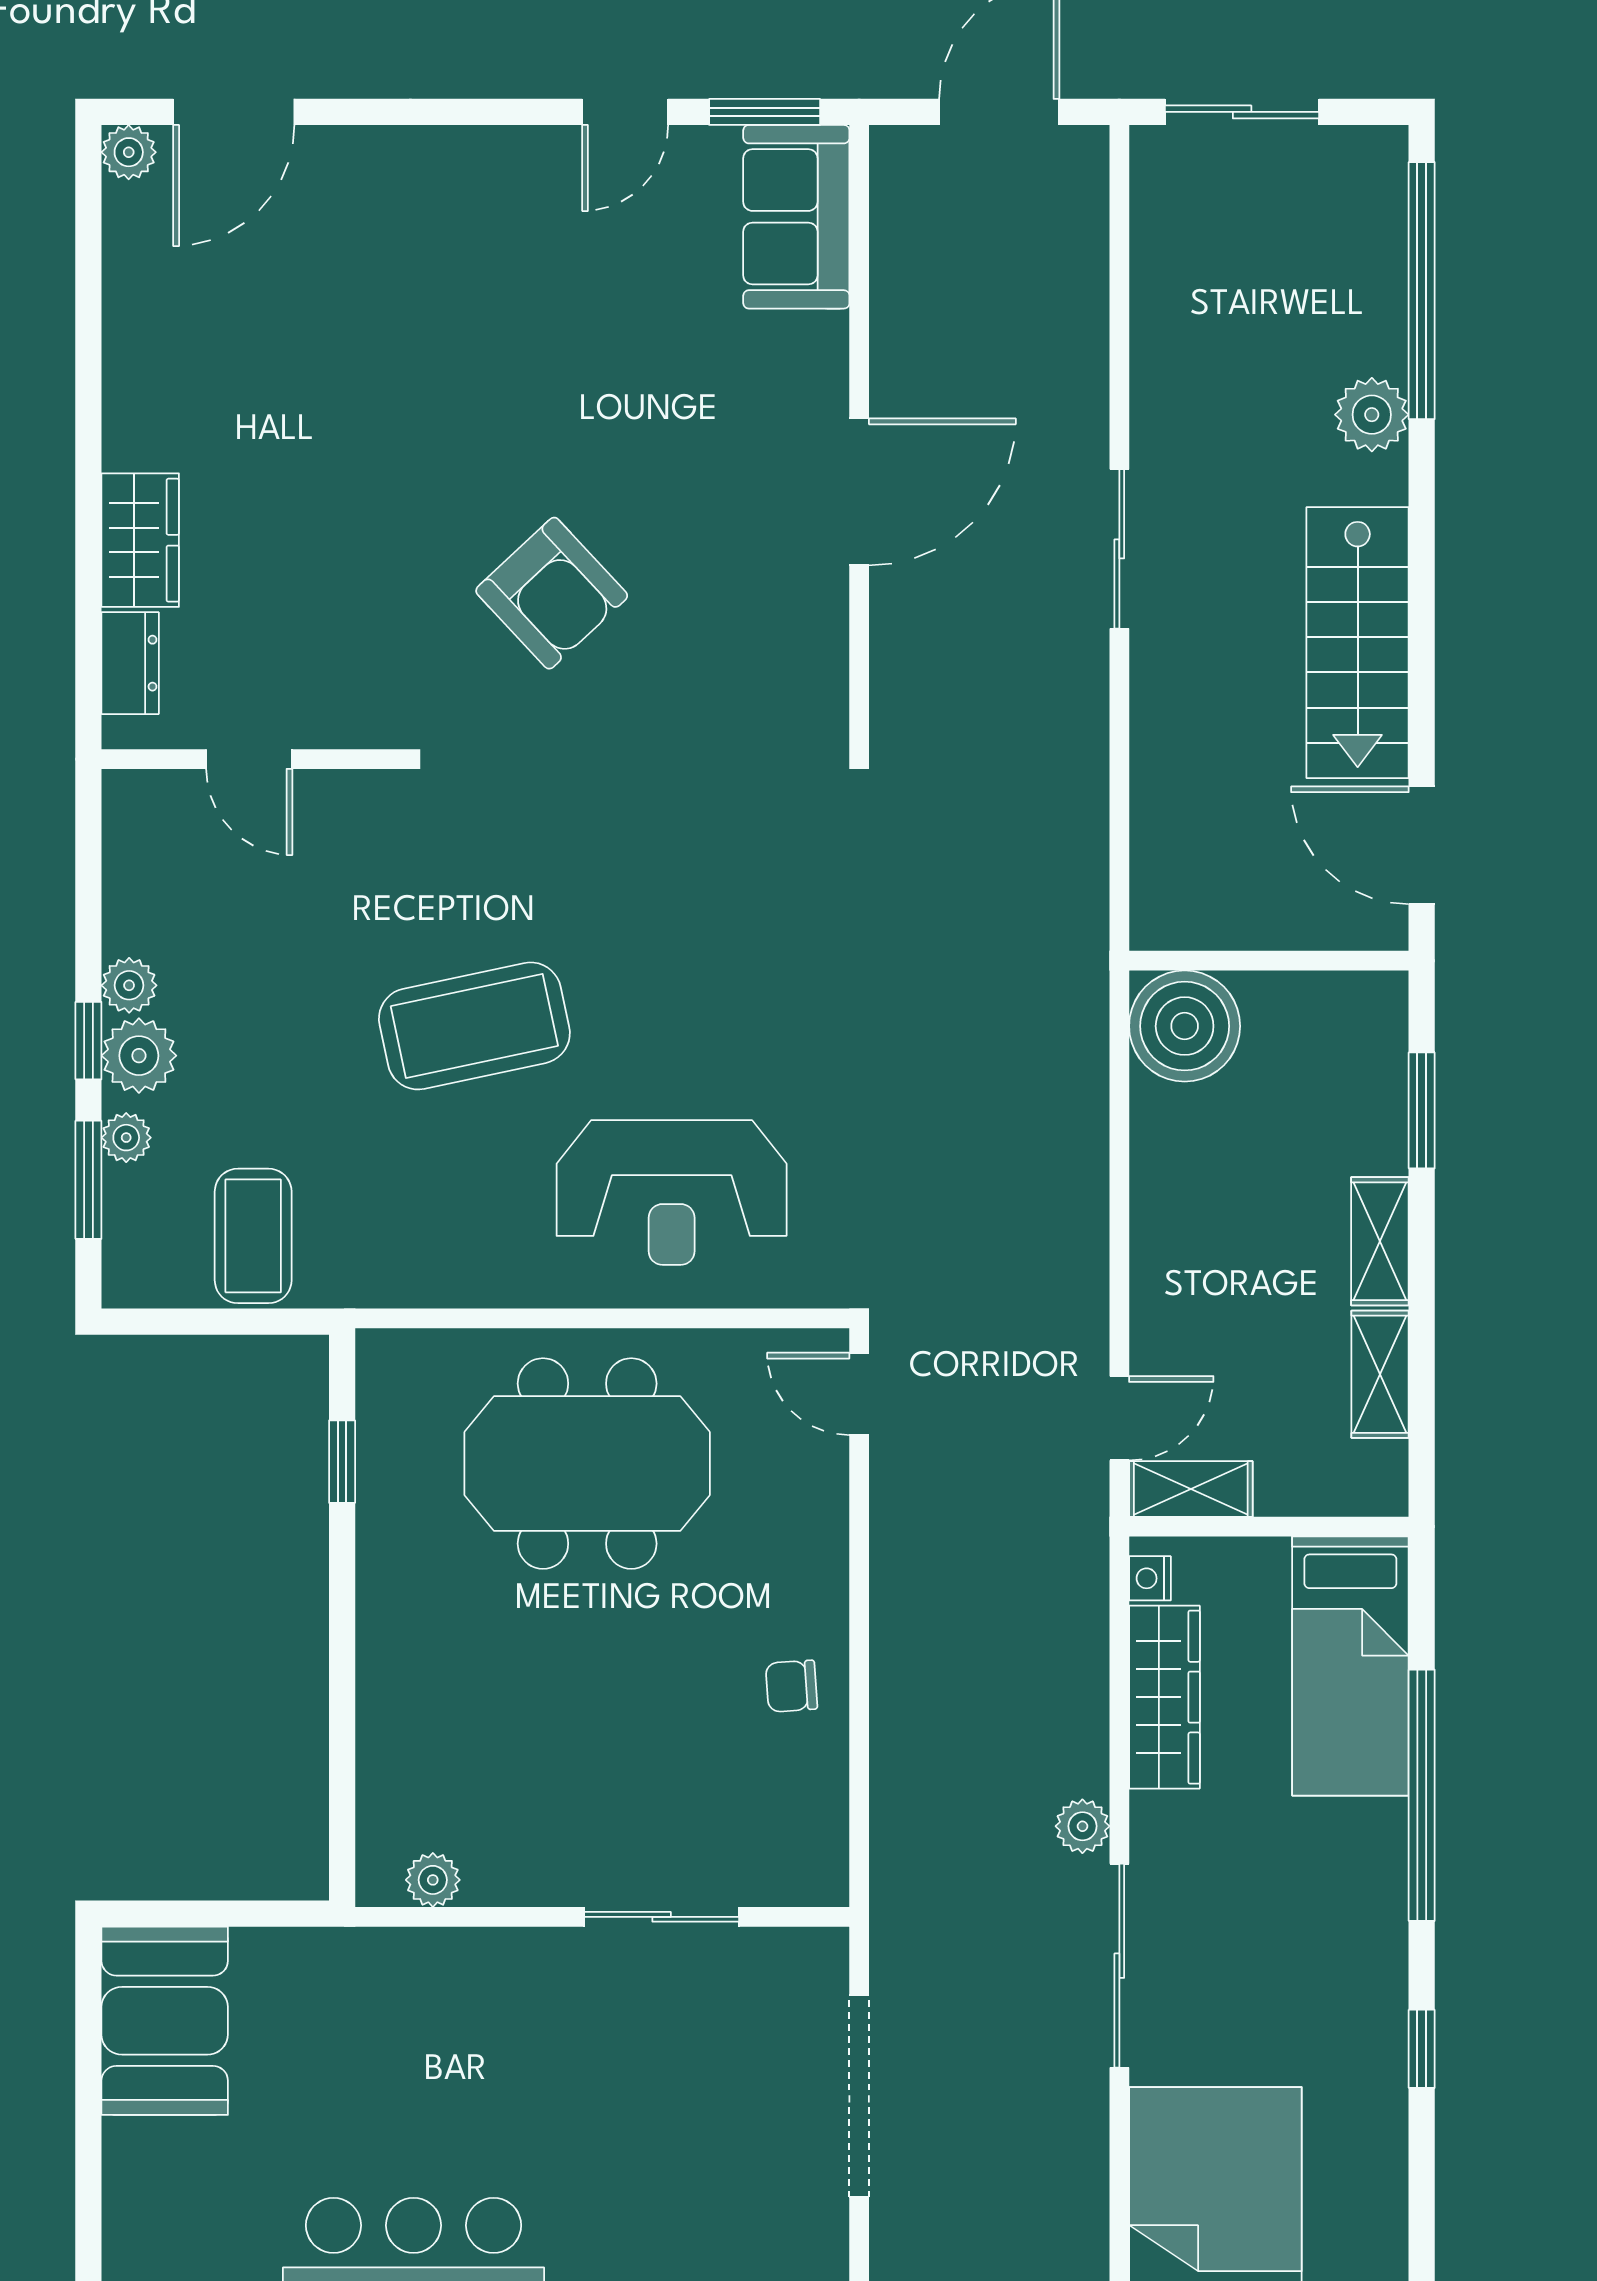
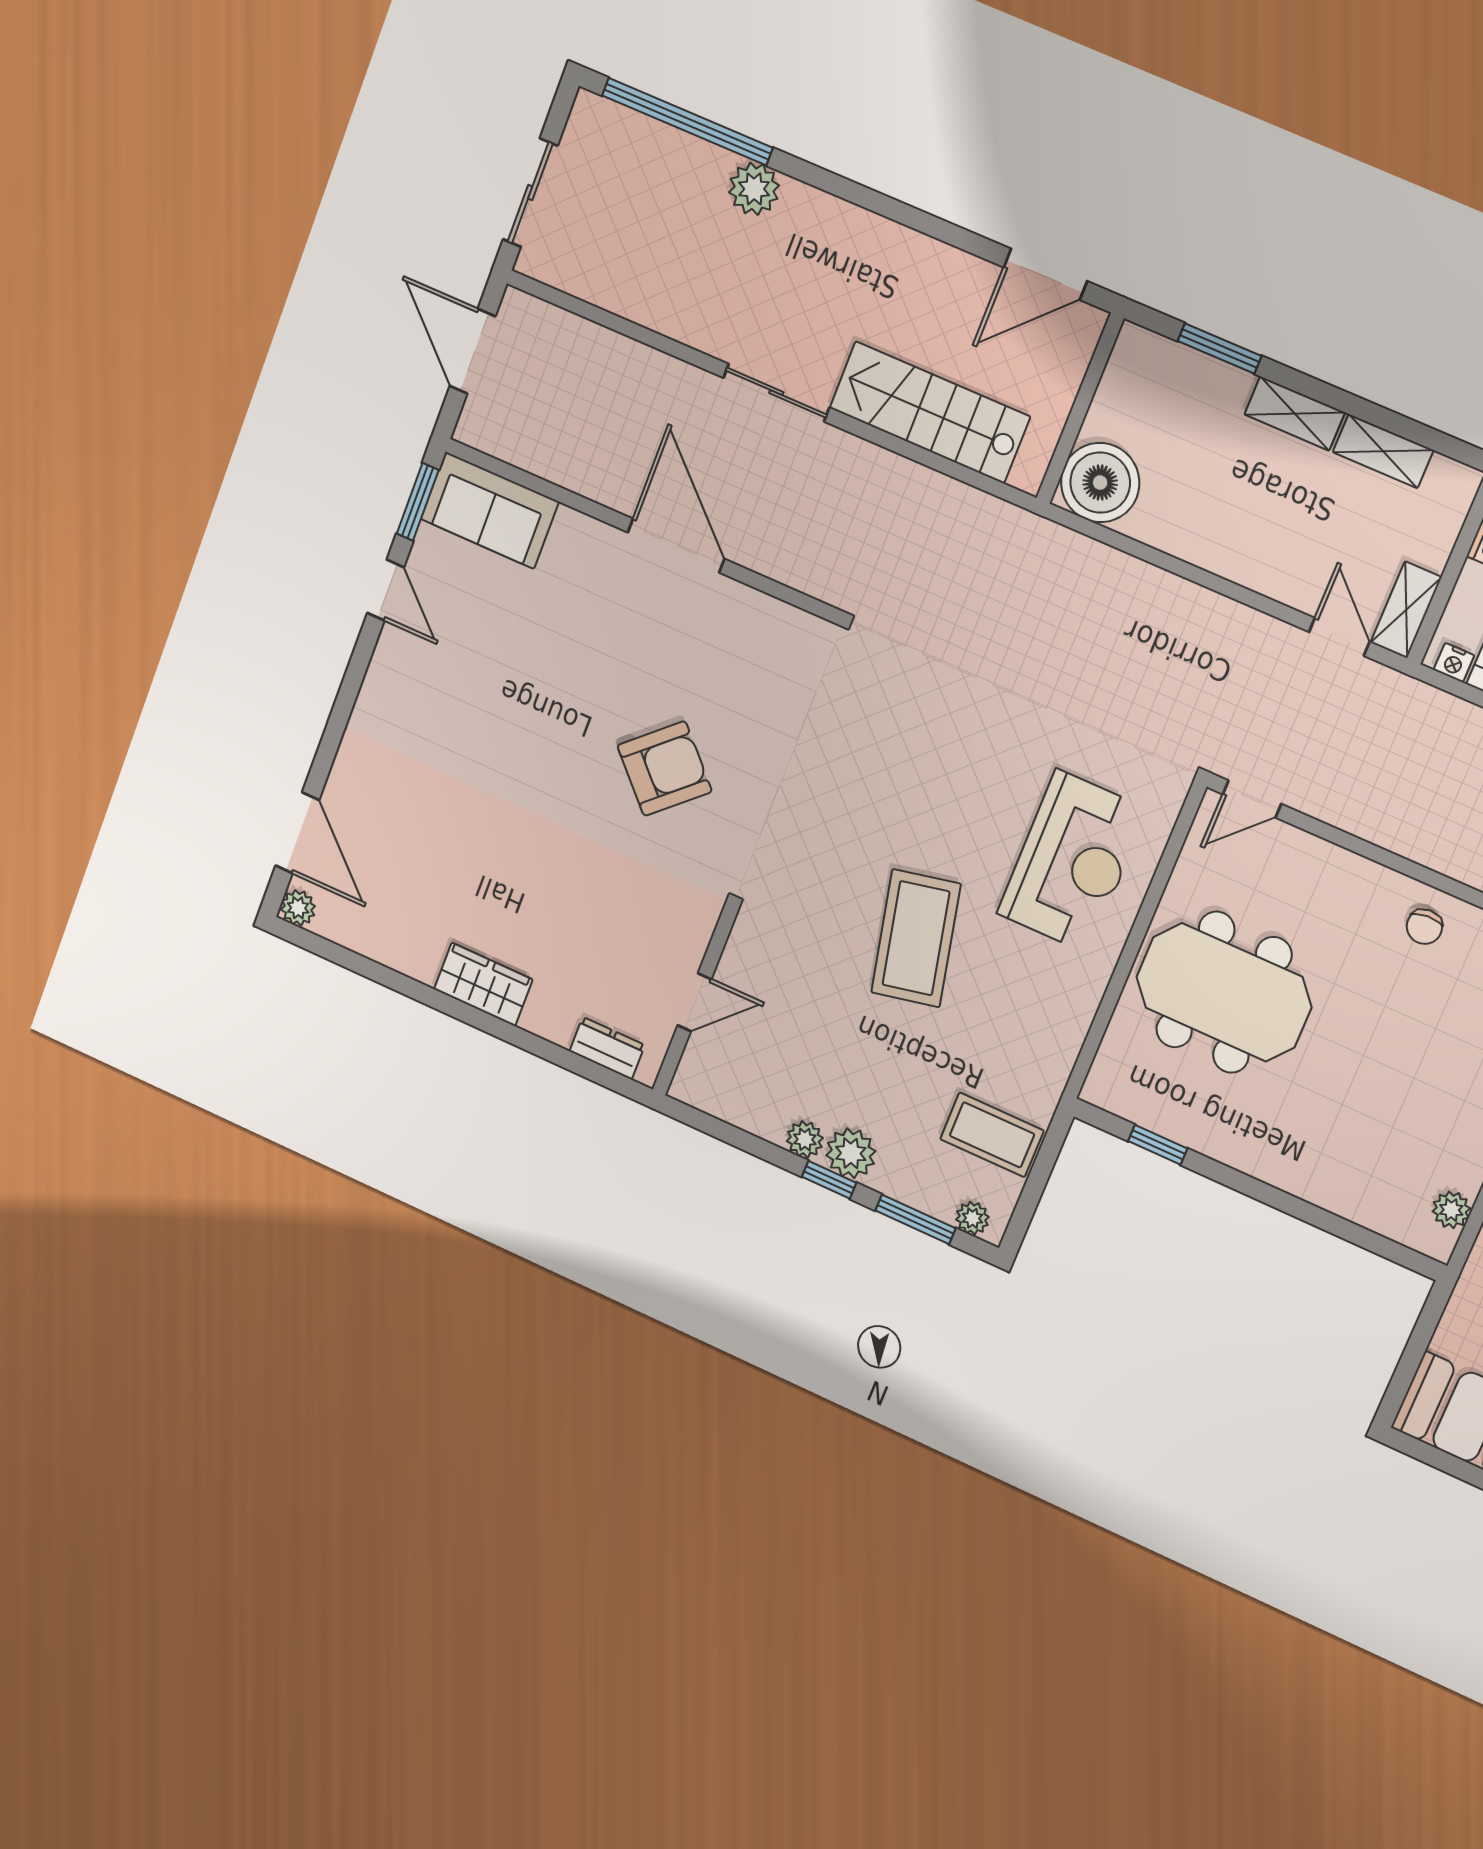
wardrobe: (140, 540) -> (483, 984), moved
stairs: (1358, 643) -> (930, 412), moved, turned 180
plant: (126, 1138) -> (972, 1218), moved
meeting table: (587, 1464) -> (1224, 992), turned 90

